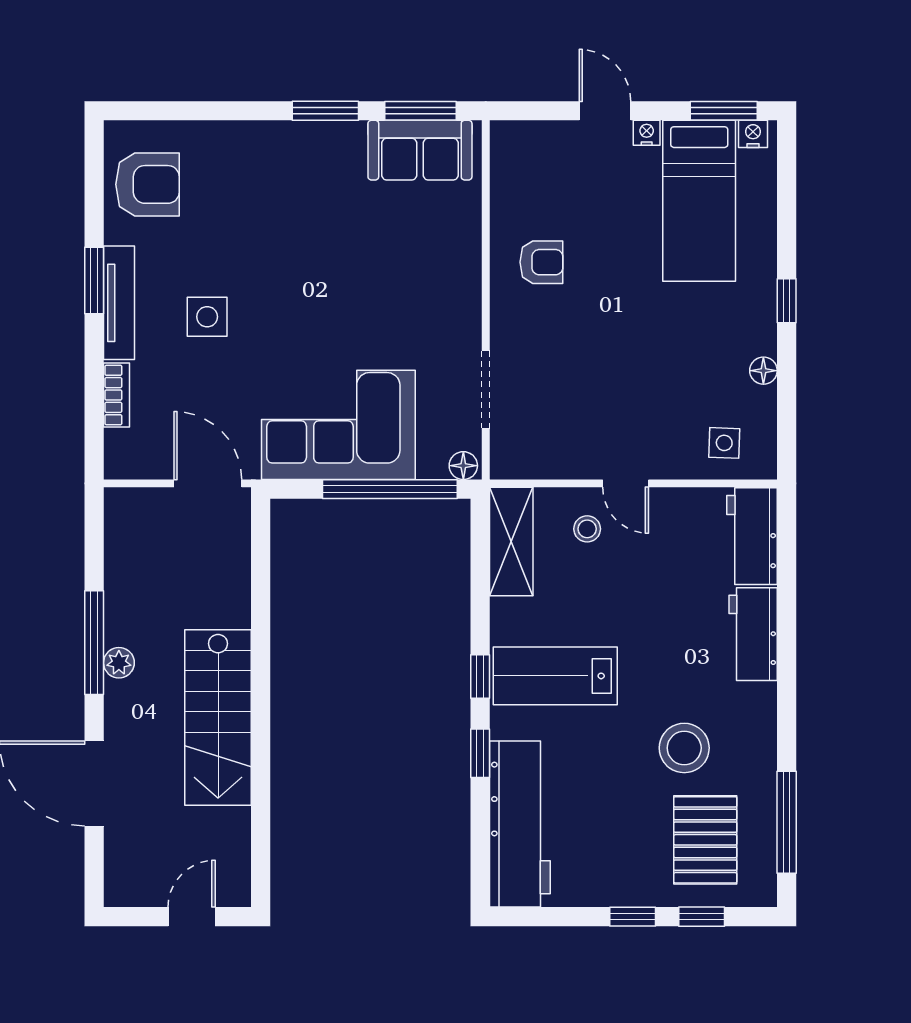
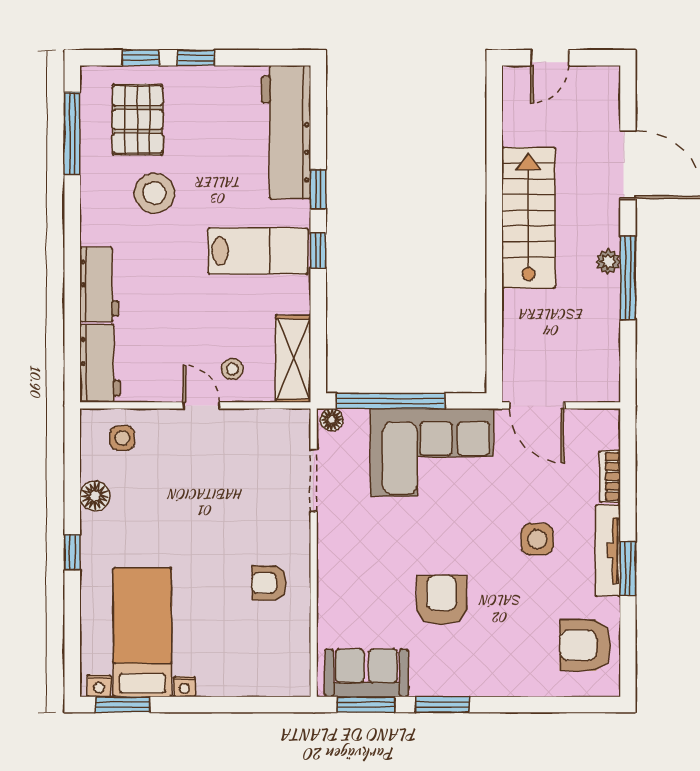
door: (605, 111) -> (218, 705), removed
armchair: (326, 241) -> (442, 600), added
floor lamp: (763, 371) -> (95, 496), width x1.37, depth x1.37

